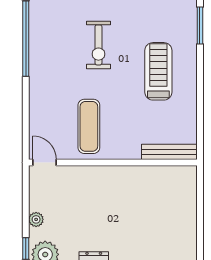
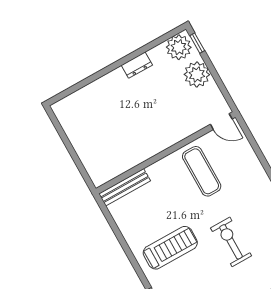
treadmill: (158, 71) -> (170, 248), turned -90
plant: (36, 219) -> (197, 75), width x1.88, depth x1.88

